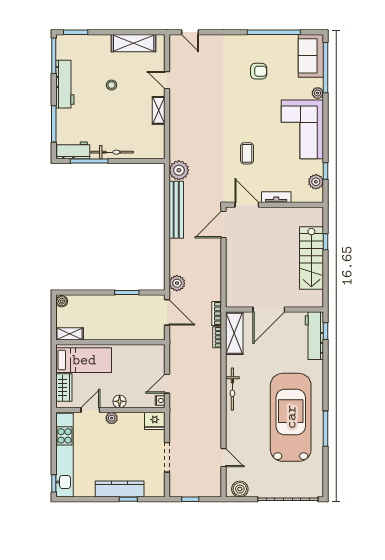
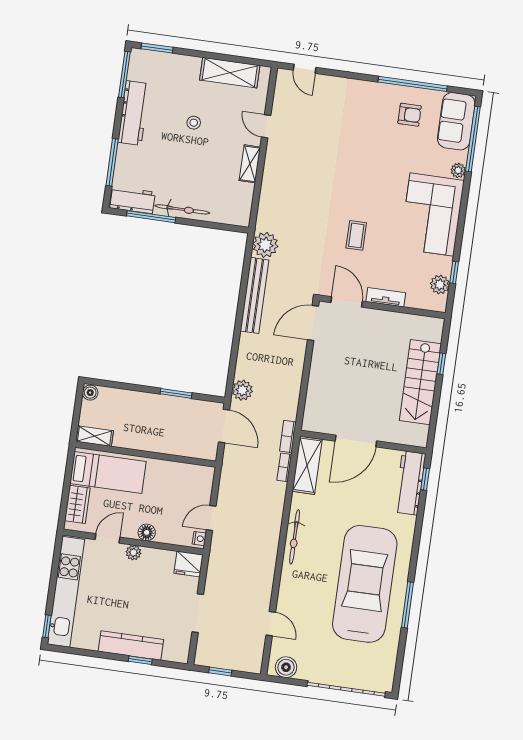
armchair: (259, 71) -> (410, 115), moved

